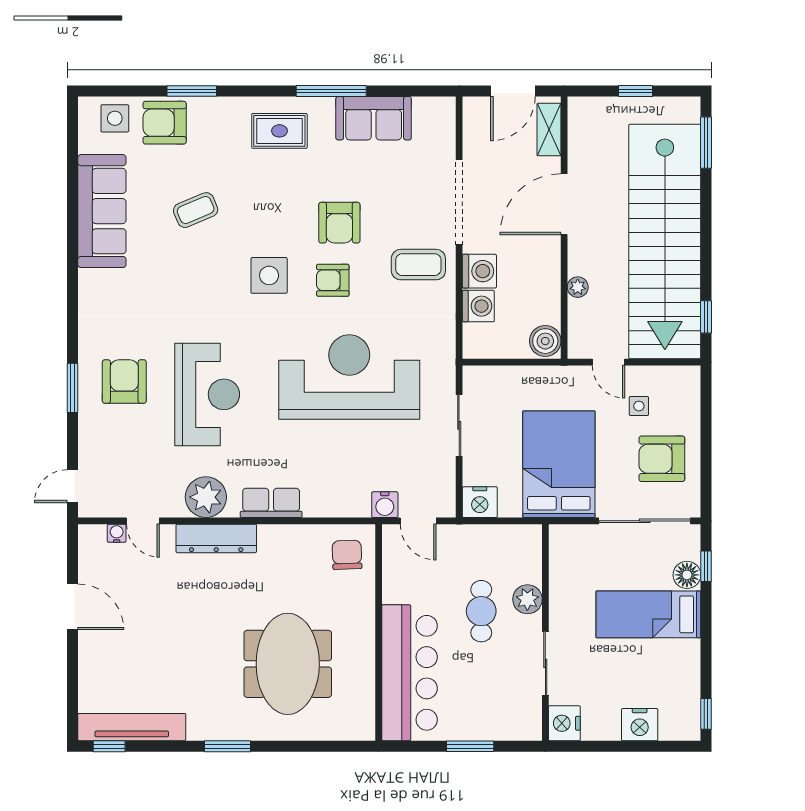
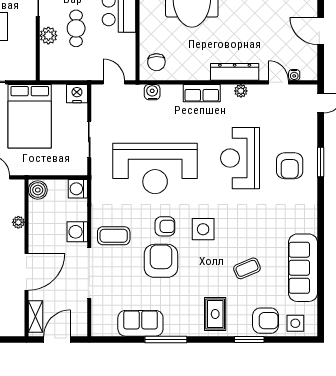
rug: (279, 131) -> (215, 314), moved, turned 90
armchair: (339, 223) -> (161, 261), width x1.36, depth x1.36
washing machine: (478, 306) -> (78, 189), moved
plant: (206, 497) -> (241, 91), width x0.53, depth x0.53
water cooler: (385, 505) -> (152, 92), moved

